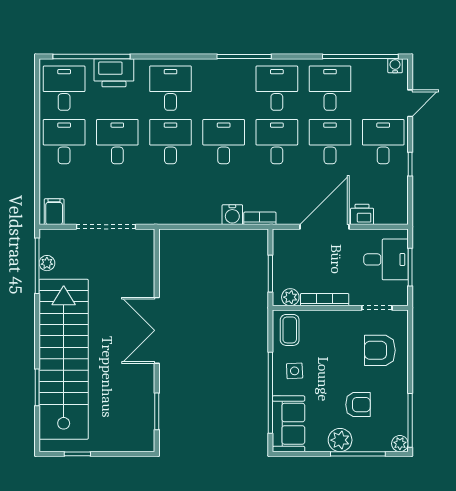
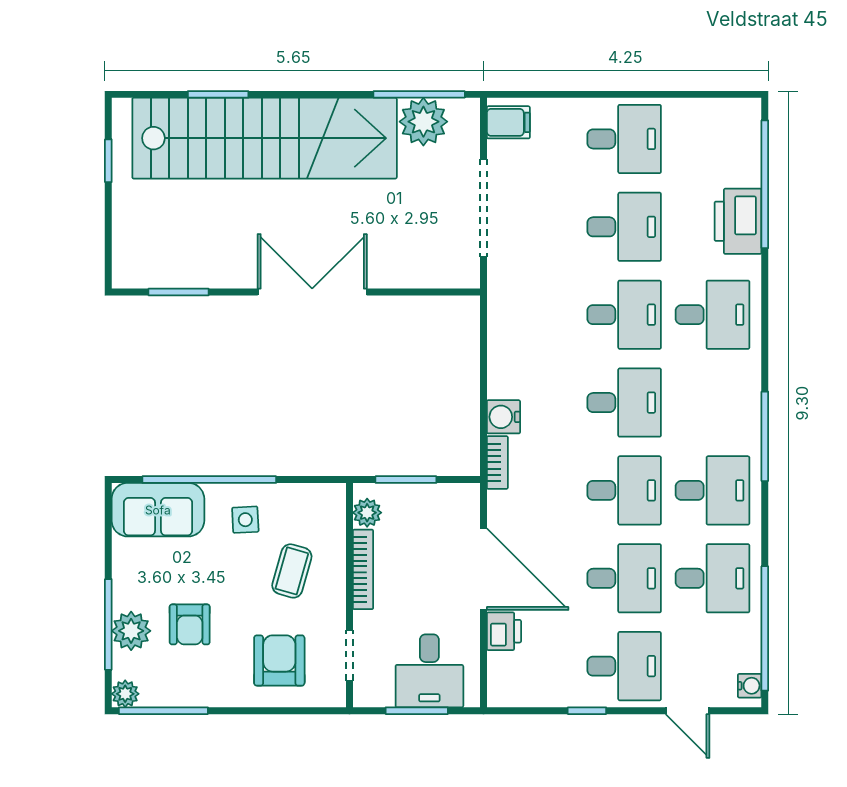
desk: (64, 88) -> (712, 139), removed
plant: (47, 263) -> (423, 122), width x1.88, depth x1.88
coffee table: (290, 330) -> (292, 571), moved, turned -74
plant: (340, 440) -> (131, 631), moved

